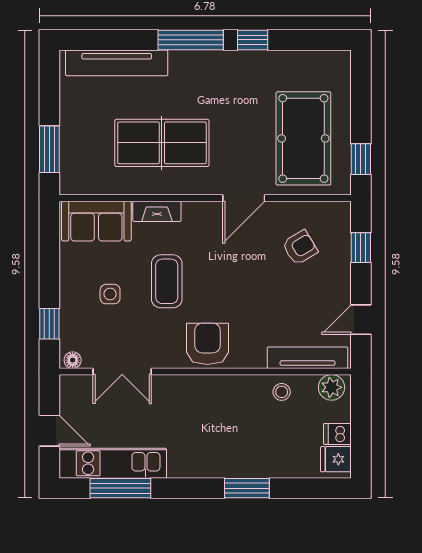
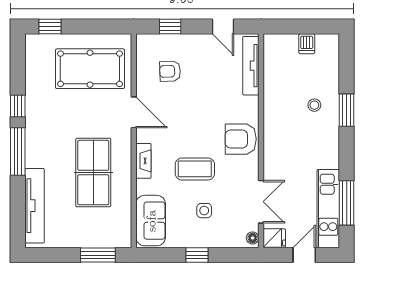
window: (361, 159) -> (50, 27), moved
fireplace: (157, 211) -> (143, 161), moved
armchair: (300, 248) -> (170, 71), turned -61
window: (49, 324) -> (197, 255), moved
plant: (332, 387) -> (273, 48), removed
stool: (282, 392) -> (314, 105), moved
fridge: (336, 459) -> (274, 238), moved, turned -90

